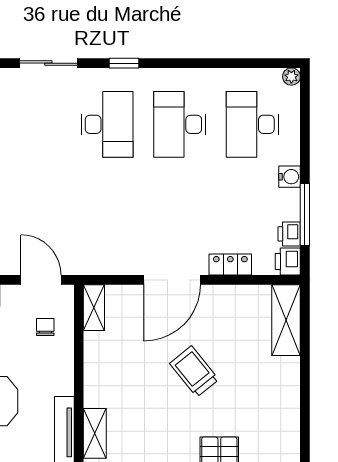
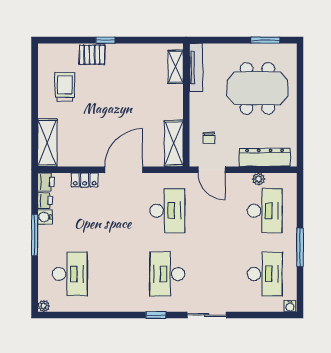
desk: (180, 124) -> (167, 211), moved
water cooler: (290, 177) -> (45, 217), moved
window: (305, 215) -> (35, 235), moved
shelving: (94, 308) -> (174, 143), width x1.50, depth x1.33
trolley: (194, 371) -> (65, 87), moved, turned -141

